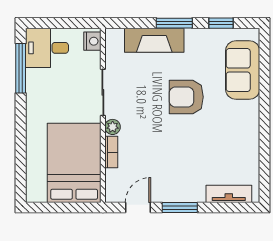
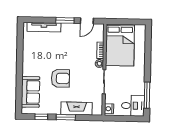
tv unit: (229, 194) -> (44, 27), width x1.41

